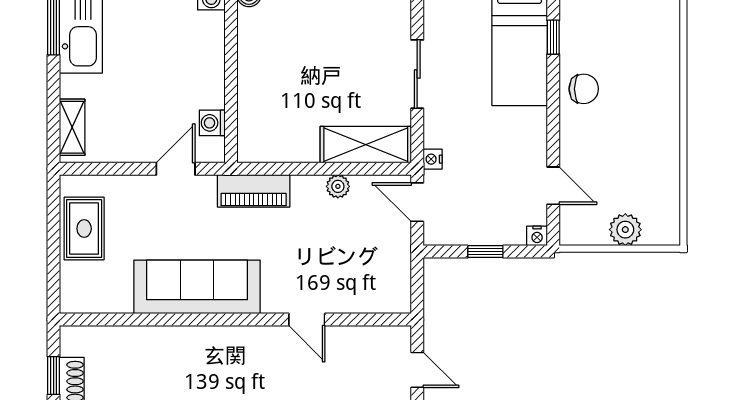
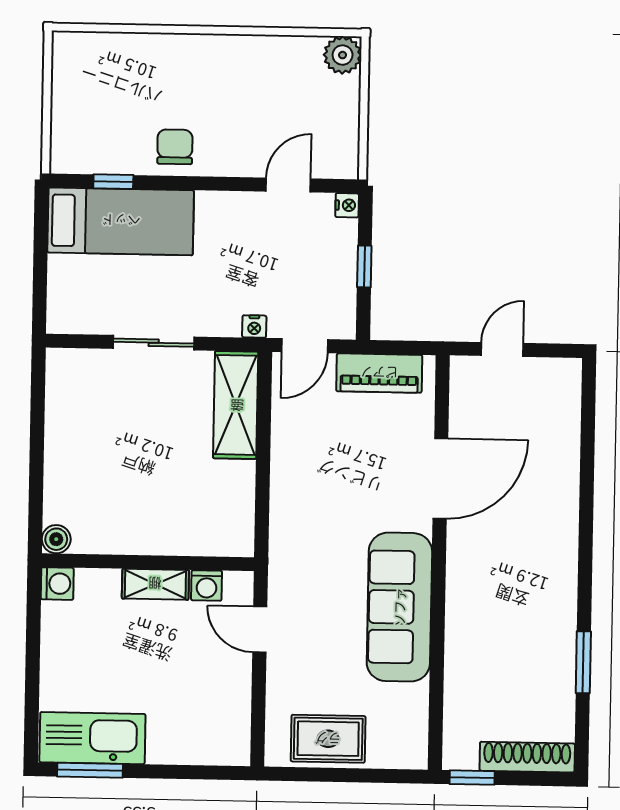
shelving: (72, 127) -> (155, 584), moved
plant: (338, 186) -> (284, 439), removed
piano: (254, 191) -> (379, 373), moved, turned 90
plant: (625, 230) -> (343, 55), moved
door: (307, 320) -> (440, 478), width x1.88
window: (54, 376) -> (472, 778), moved

